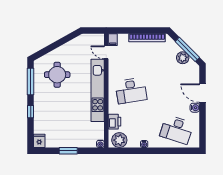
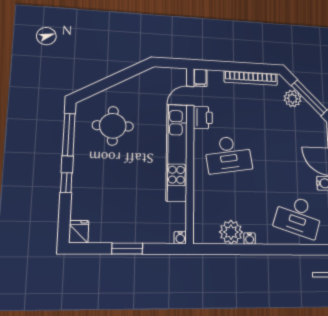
door: (106, 52) -> (190, 96), hinge flipped
plant: (183, 58) -> (292, 99), moved
printer: (114, 122) -> (203, 118), moved
plant: (119, 140) -> (231, 232), moved

